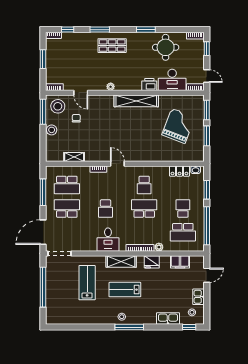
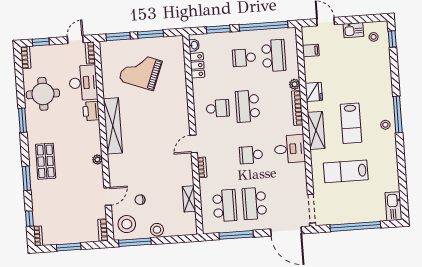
school desk: (106, 209) -> (251, 155), turned 180
filing cabinet: (180, 262) -> (311, 51), width x0.50
kitchen sink: (168, 318) -> (393, 206), moved

